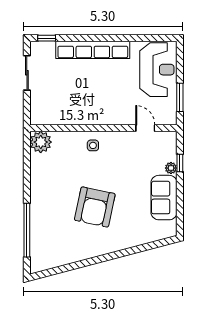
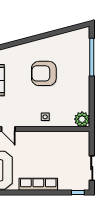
row of seats: (93, 50) -> (38, 184), width x0.73
armchair: (95, 207) -> (44, 73), turned -102

